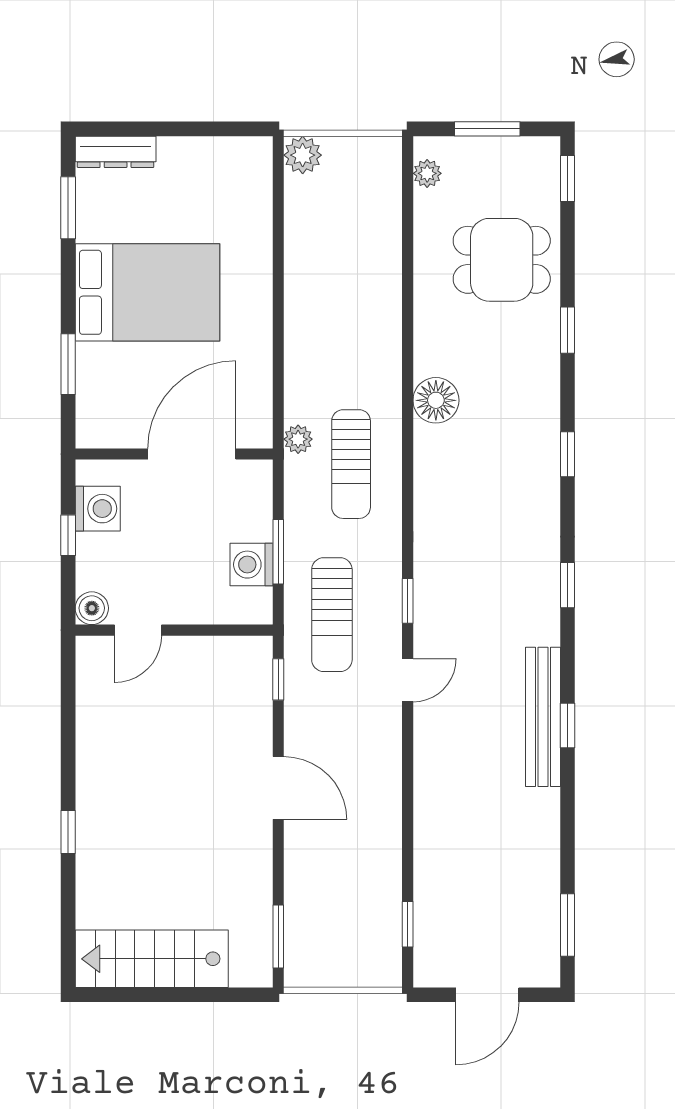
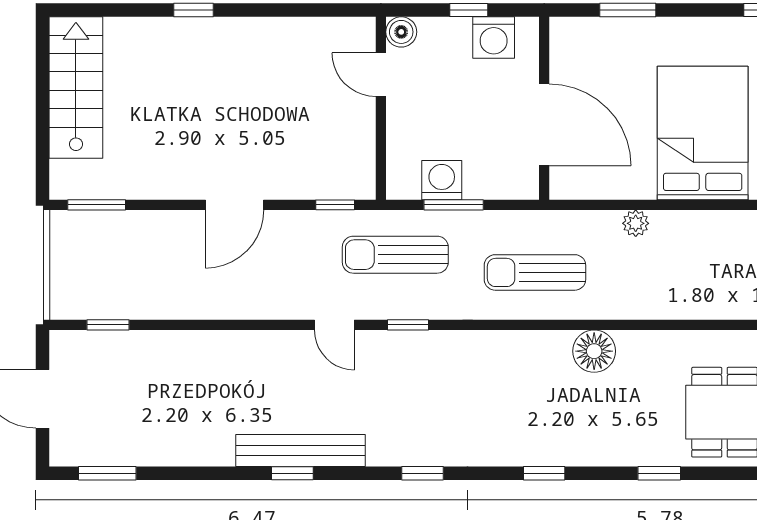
bed: (147, 292) -> (703, 133), moved, turned 180
plant: (298, 439) -> (636, 223), moved

